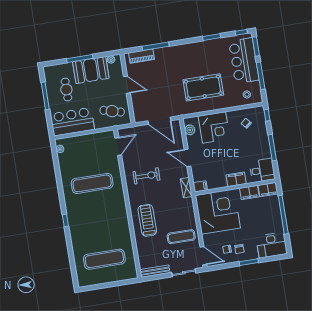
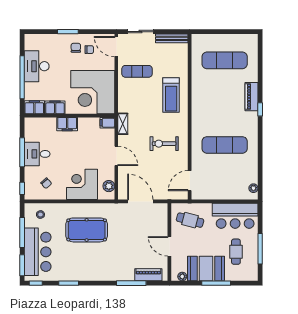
desk: (262, 170) -> (37, 154), moved
piano: (75, 231) -> (251, 97), added
desk: (272, 245) -> (37, 66), moved, turned -90

